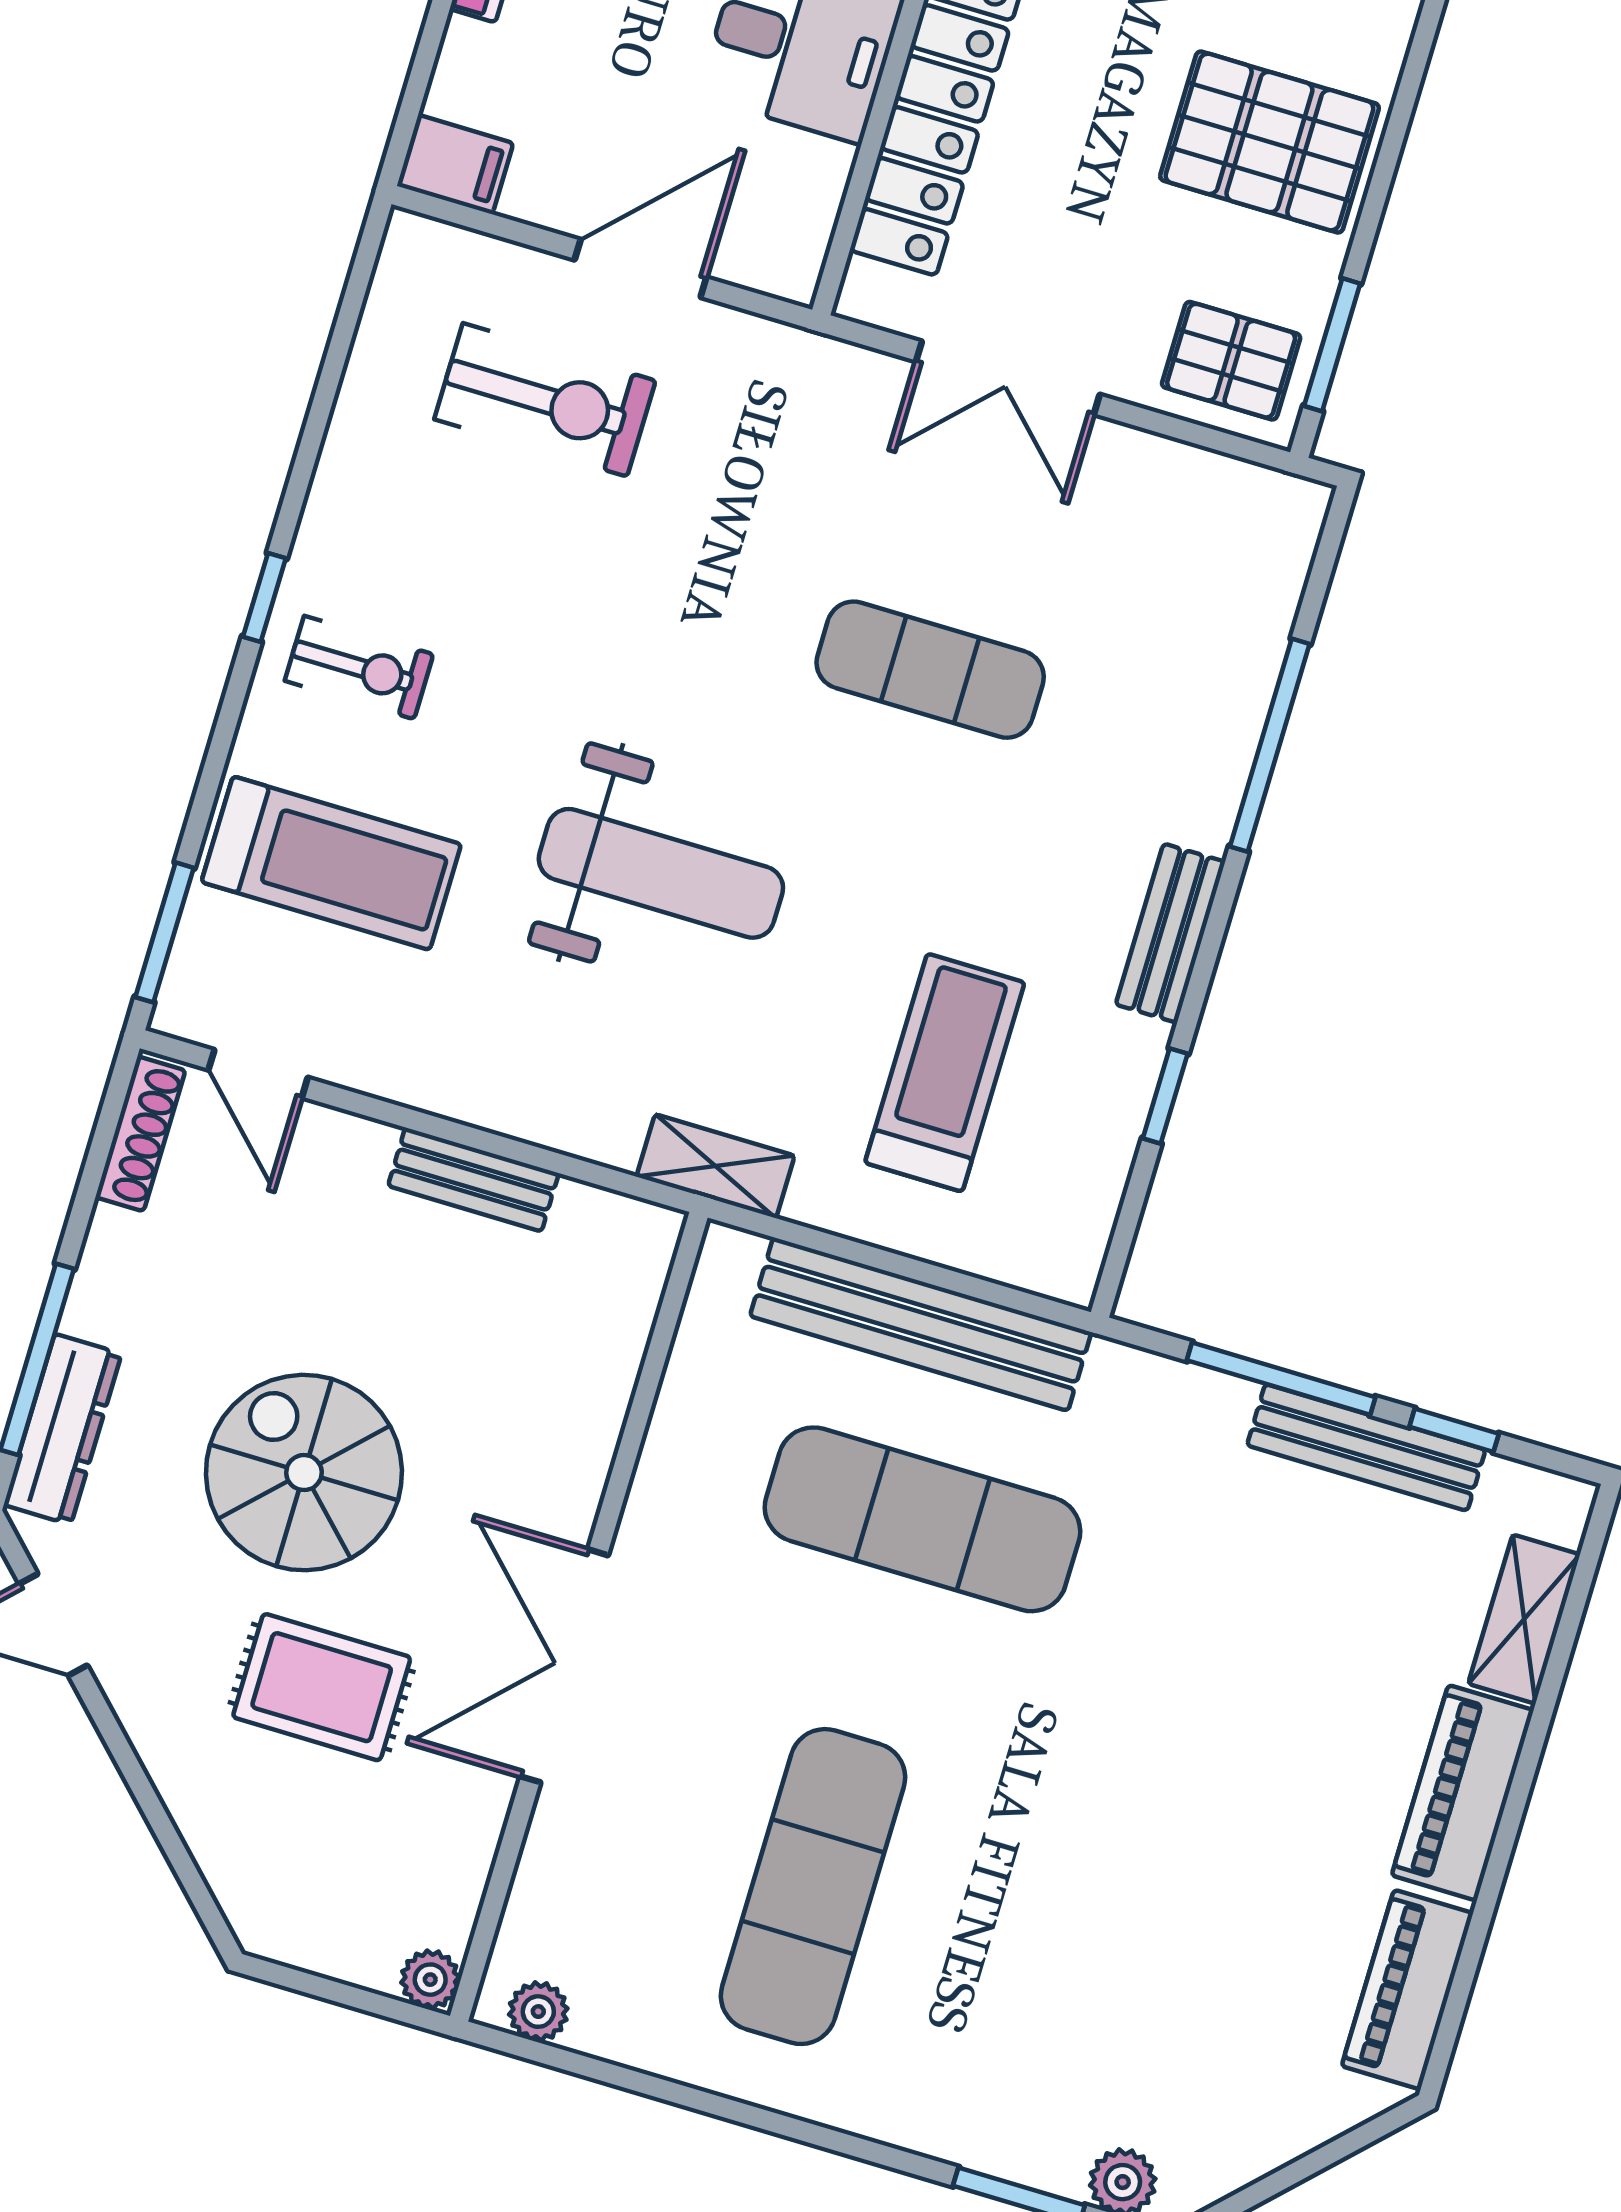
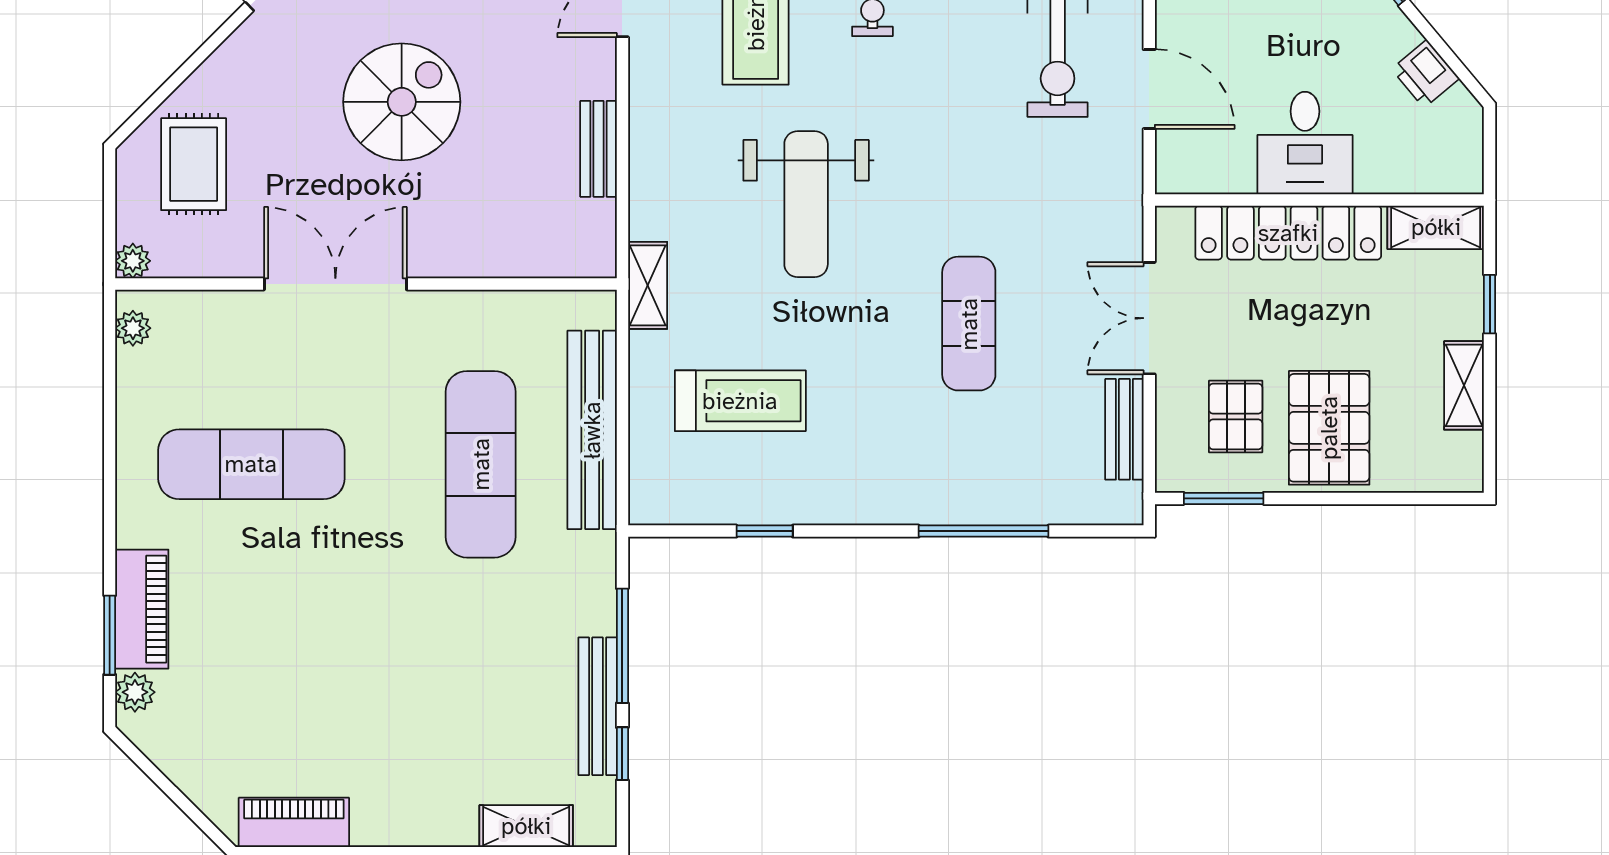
pallet: (1231, 361) -> (1236, 416), moved
bench: (1170, 933) -> (1124, 429), moved, turned 90
rug: (322, 1687) -> (194, 164), moved
piano: (1463, 1793) -> (142, 609), moved, turned 90

